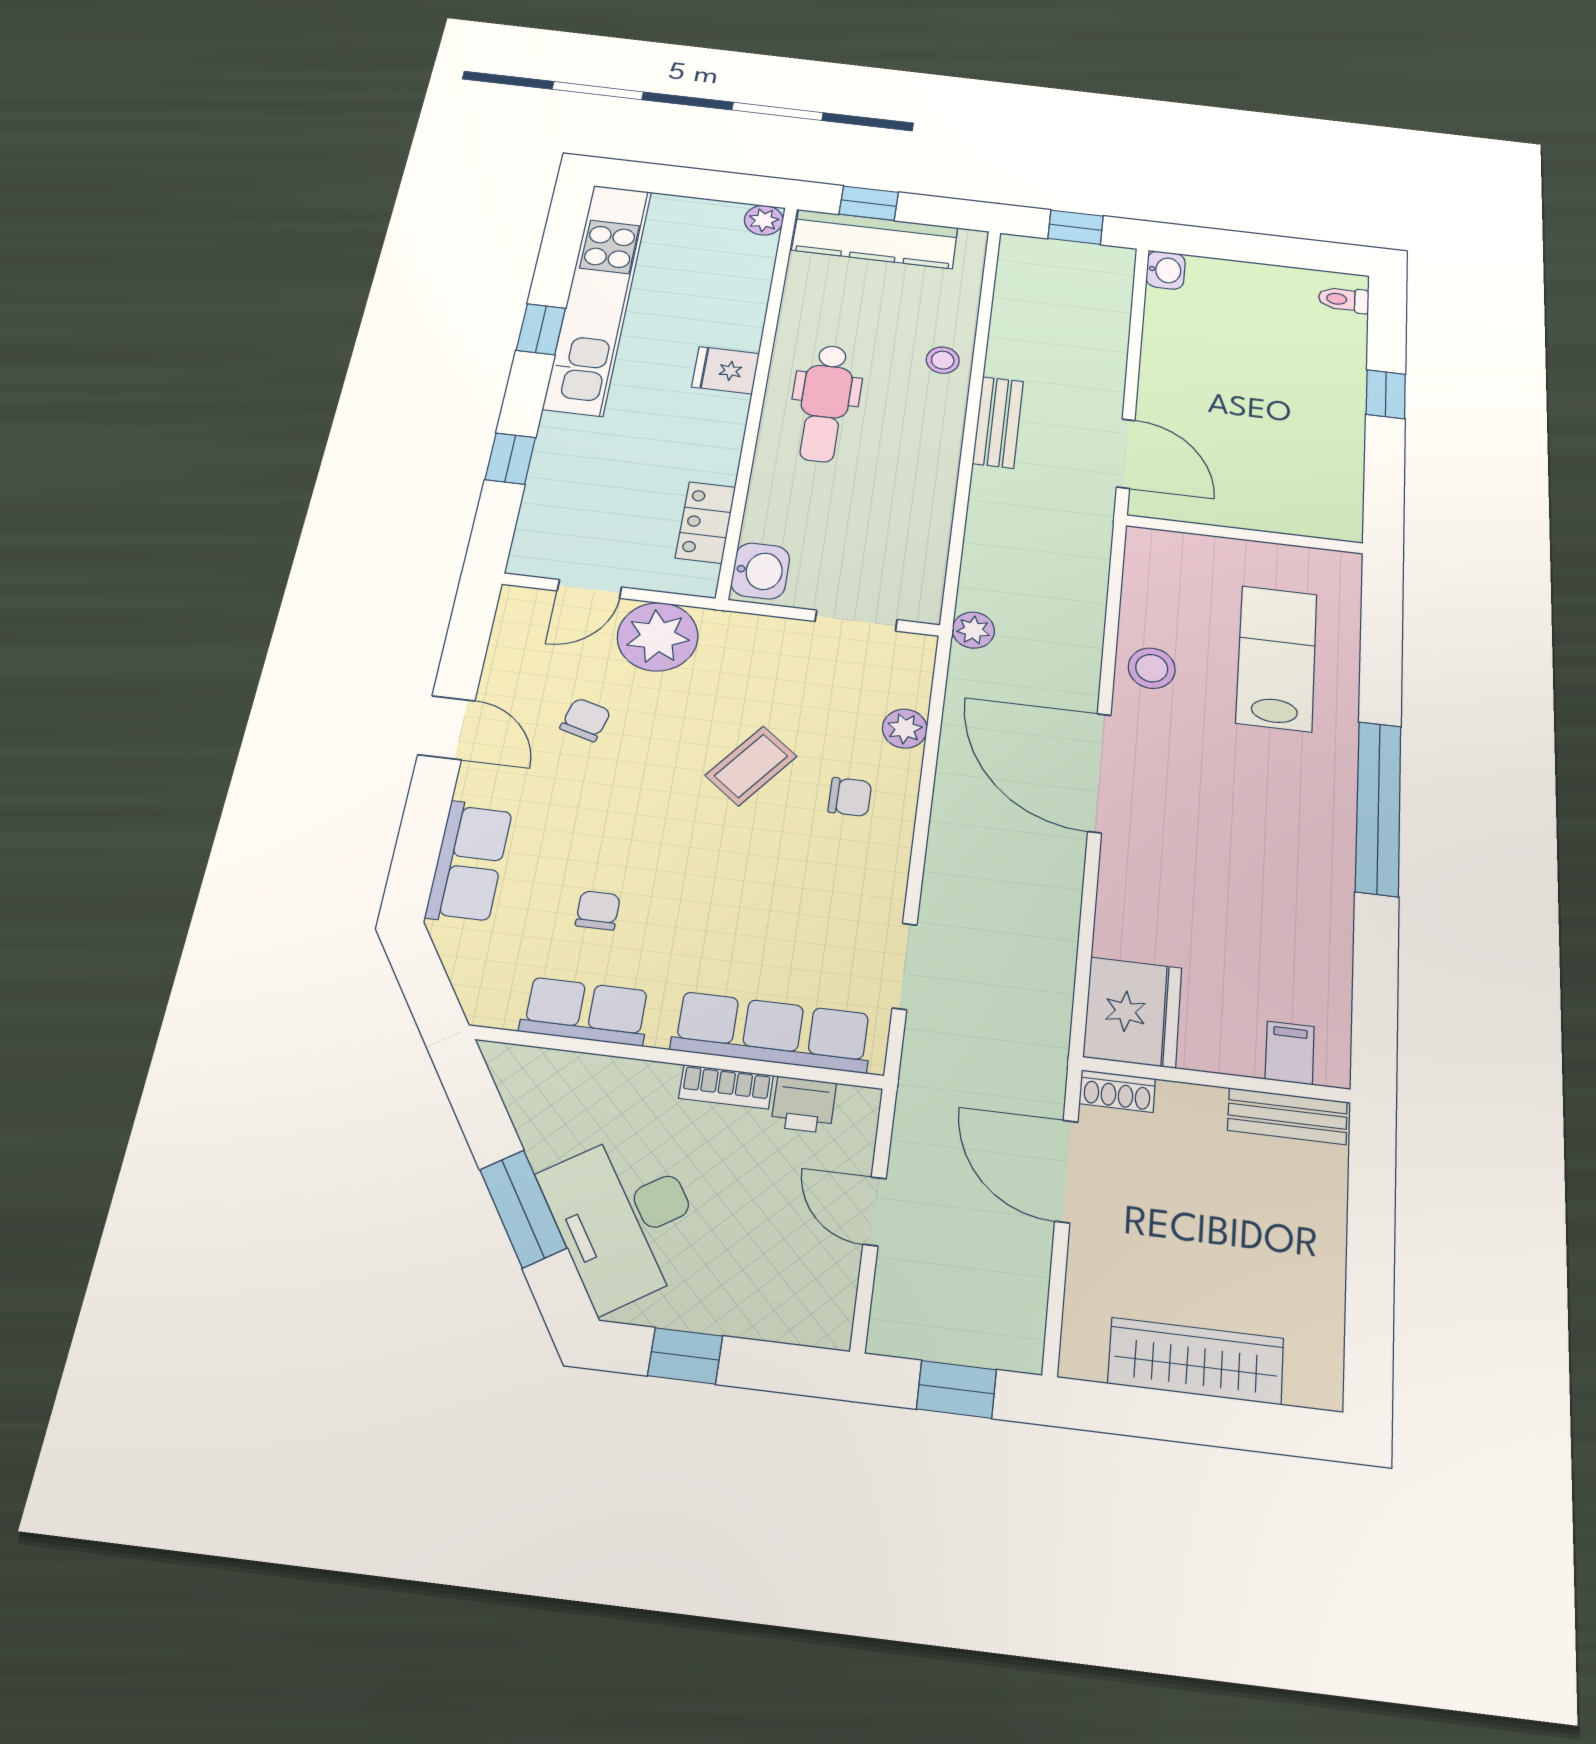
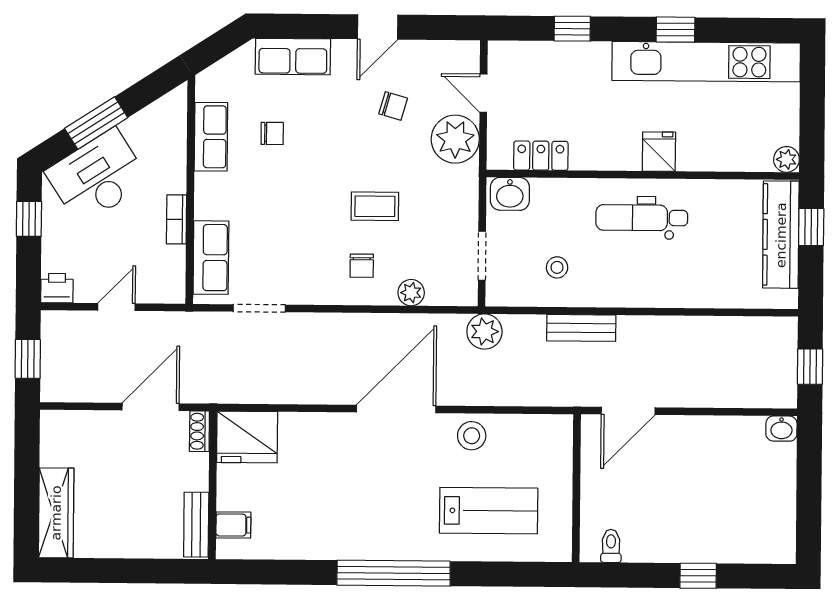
toilet: (1344, 300) -> (611, 546), moved
stool: (943, 360) -> (557, 267), moved
bench: (998, 422) -> (581, 328), moved
plant: (973, 630) -> (484, 332), width x1.38, depth x1.38
coffee table: (751, 766) -> (375, 206), turned -38
row of seats: (772, 1032) -> (211, 258), width x0.68
printer: (804, 1105) -> (57, 288), moved, turned 90
wardrobe: (1196, 1361) -> (56, 513), moved

